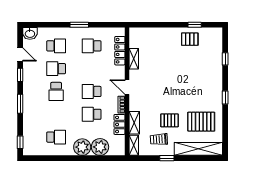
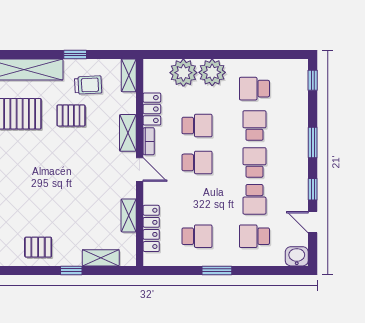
window: (195, 25) -> (71, 270), moved
shelving: (151, 33) -> (101, 258), added
school desk: (56, 69) -> (254, 199), turned 90
school desk: (56, 114) -> (254, 126), added
shelving: (134, 123) -> (128, 133), moved

